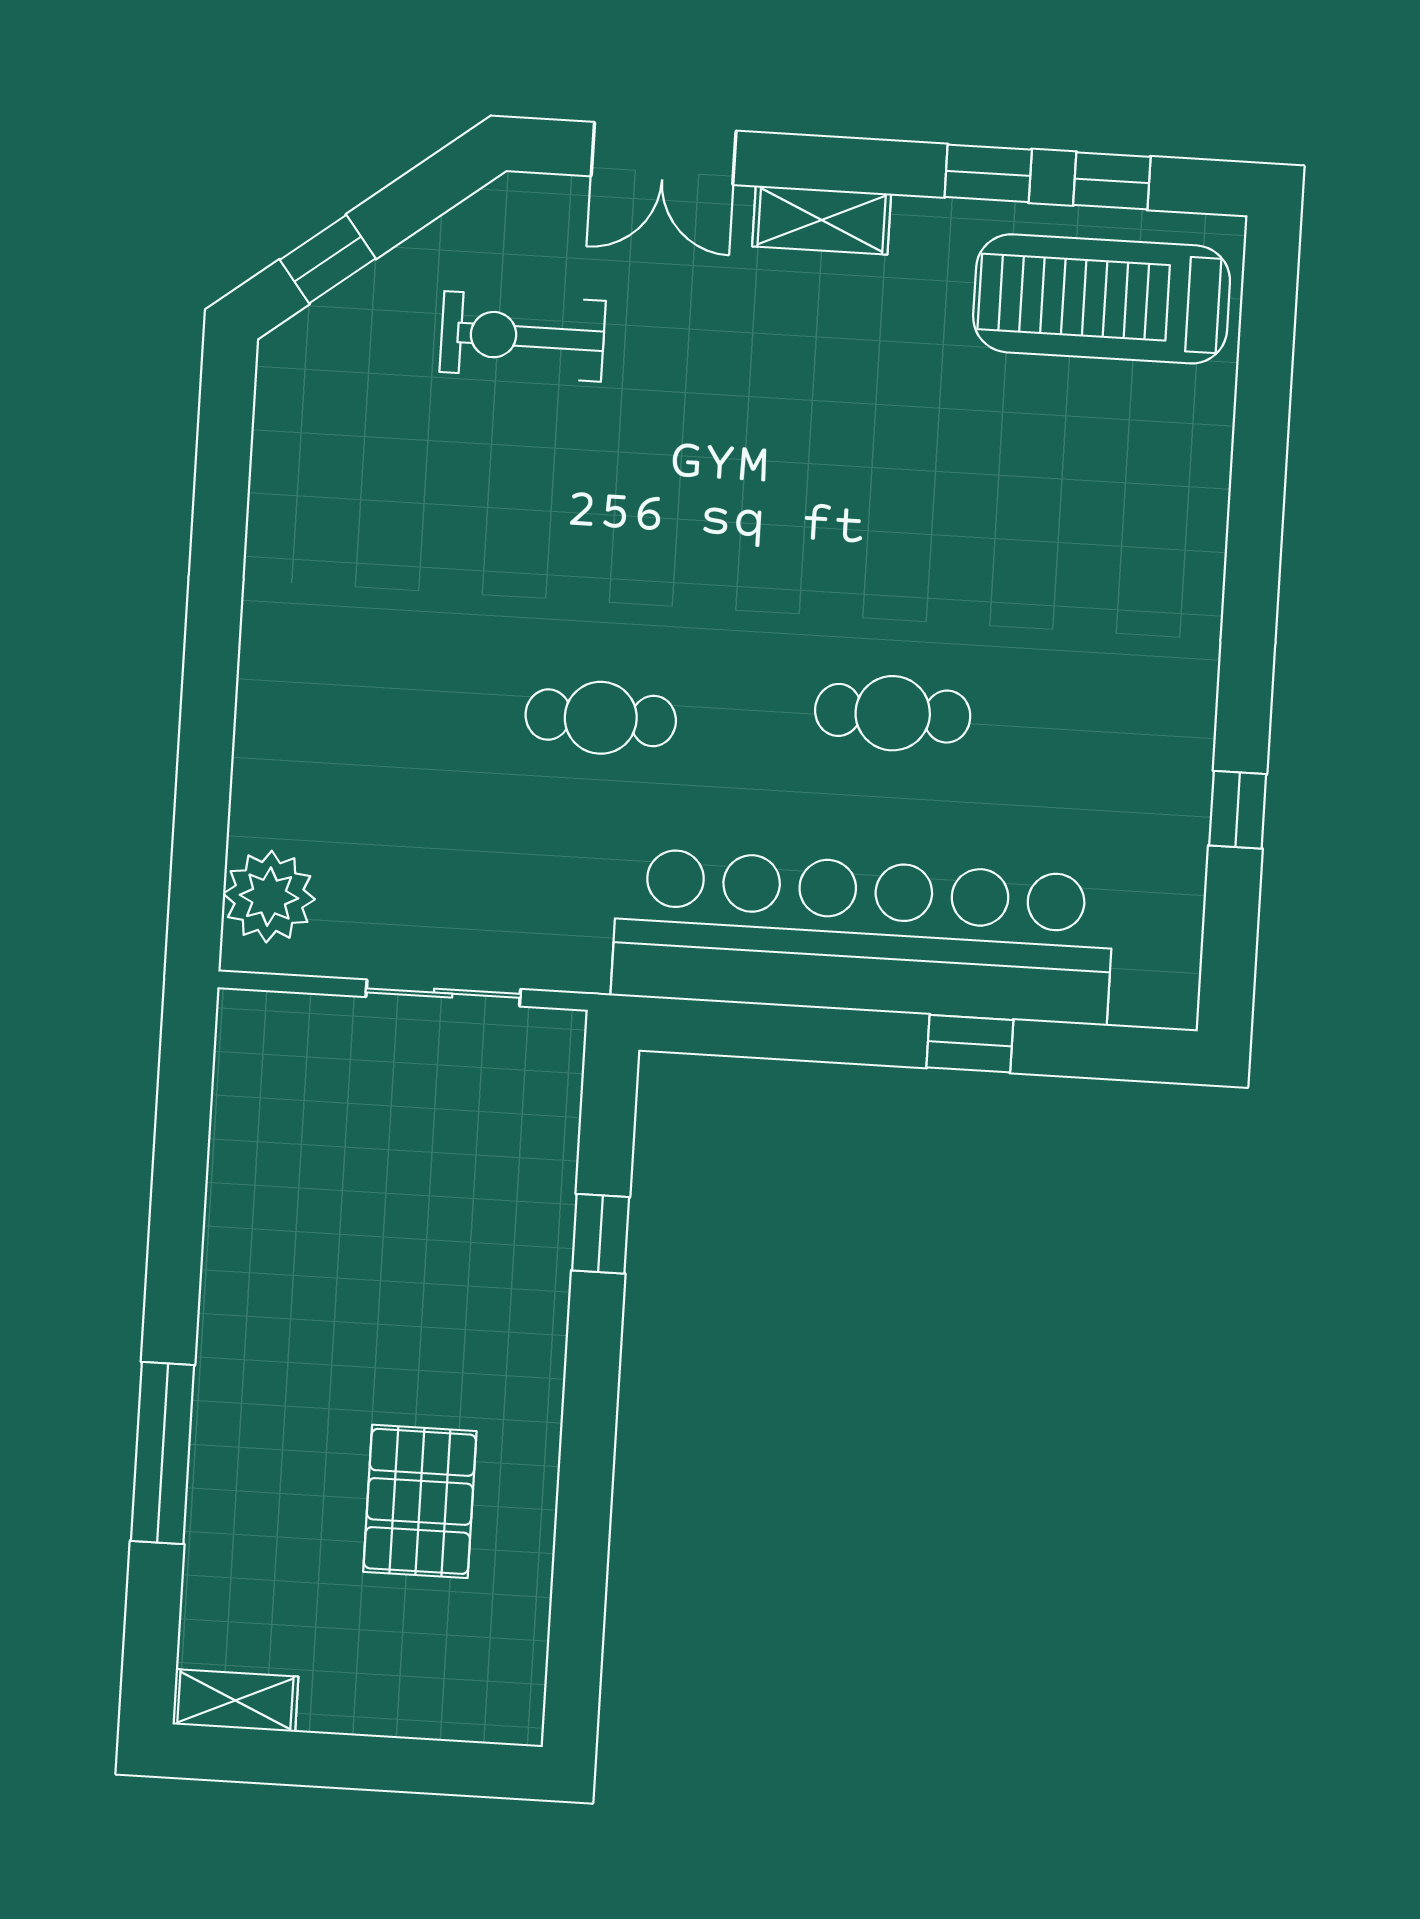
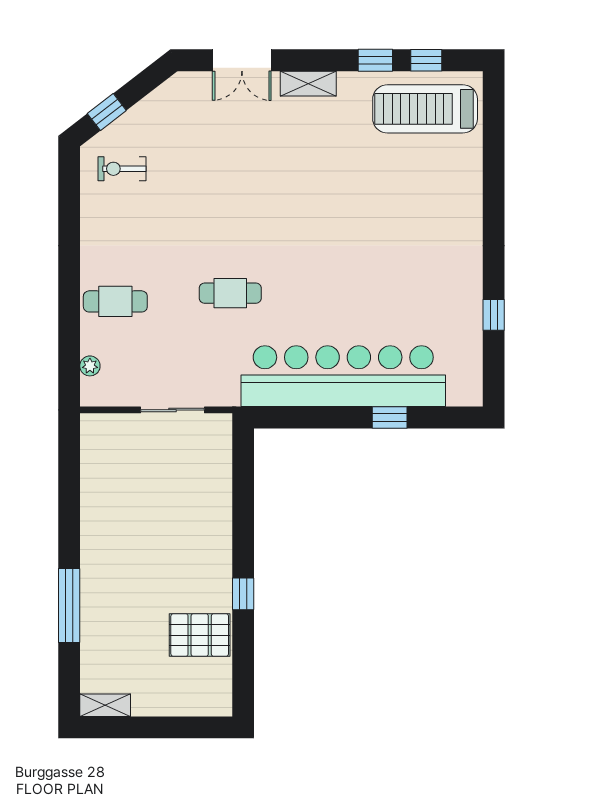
exercise bike: (523, 336) -> (122, 169), moved, width x0.73, depth x0.72
cafe table: (893, 713) -> (115, 301), moved
plant: (269, 897) -> (90, 366), width x0.53, depth x0.53
window: (601, 1234) -> (243, 594), moved
pallet: (420, 1501) -> (200, 635), moved, turned 90

